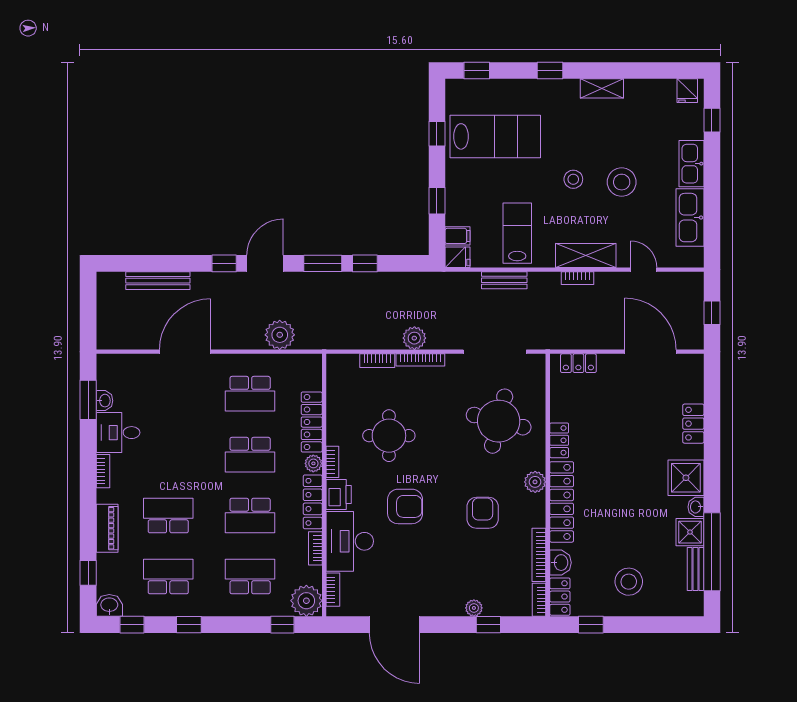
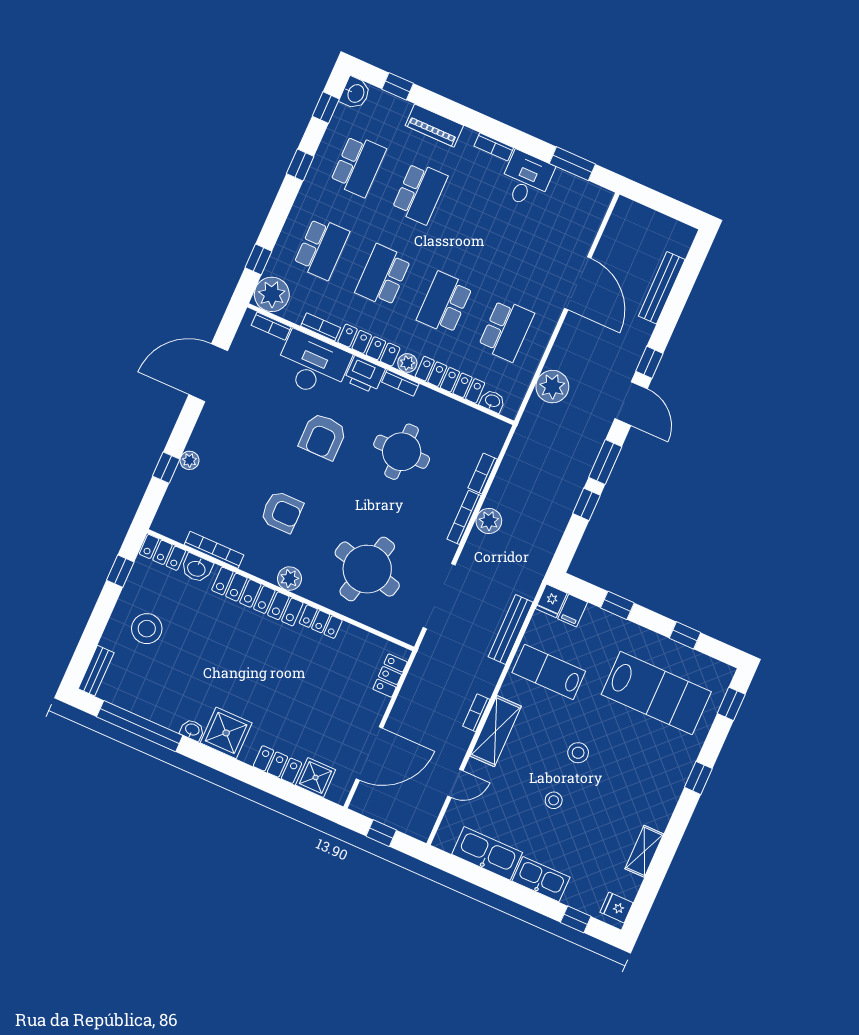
shelving: (602, 88) -> (644, 851), moved
lab bench: (495, 136) -> (656, 693), turned -90
stool: (622, 182) -> (554, 800), width x0.53, depth x0.53
lab bench: (517, 233) -> (549, 672), turned 180
bench: (504, 280) -> (511, 630), width x1.36
school desk: (250, 394) -> (506, 330), turned 180
washbasin: (104, 401) -> (492, 401), moved, turned 180
shower: (690, 532) -> (316, 777), moved
bench: (696, 569) -> (96, 671), moved, turned 90
bookcase: (539, 600) -> (169, 530), removed

